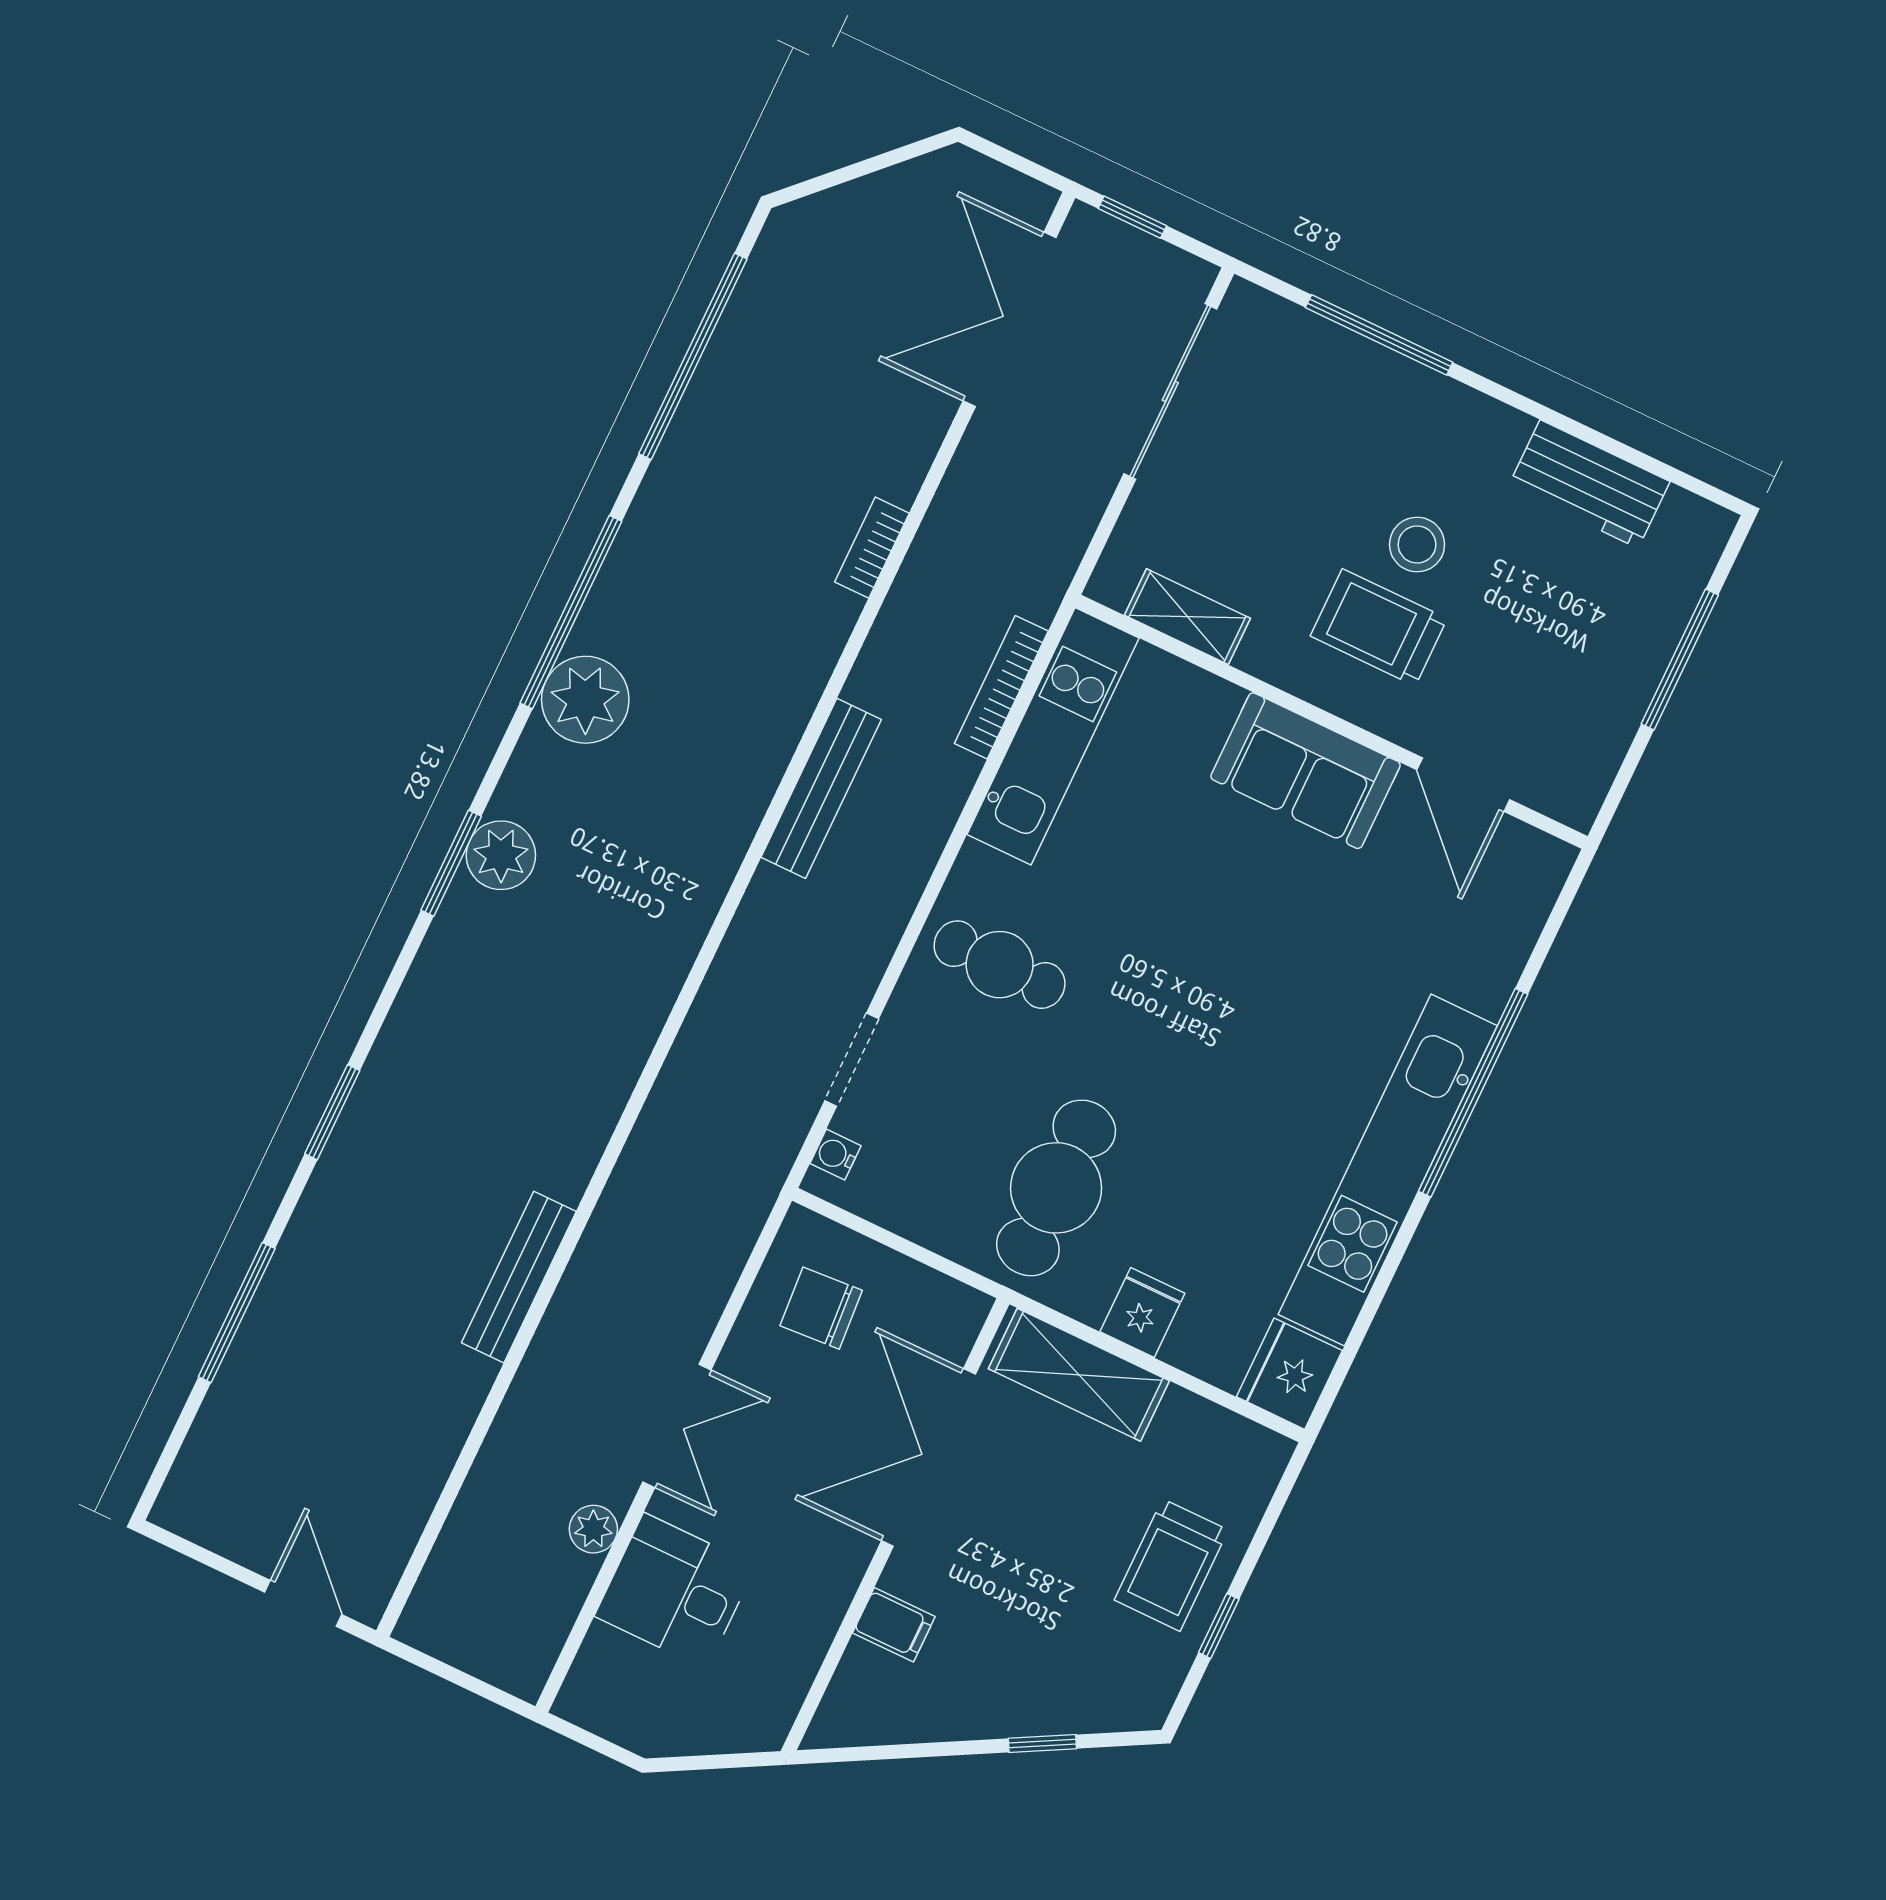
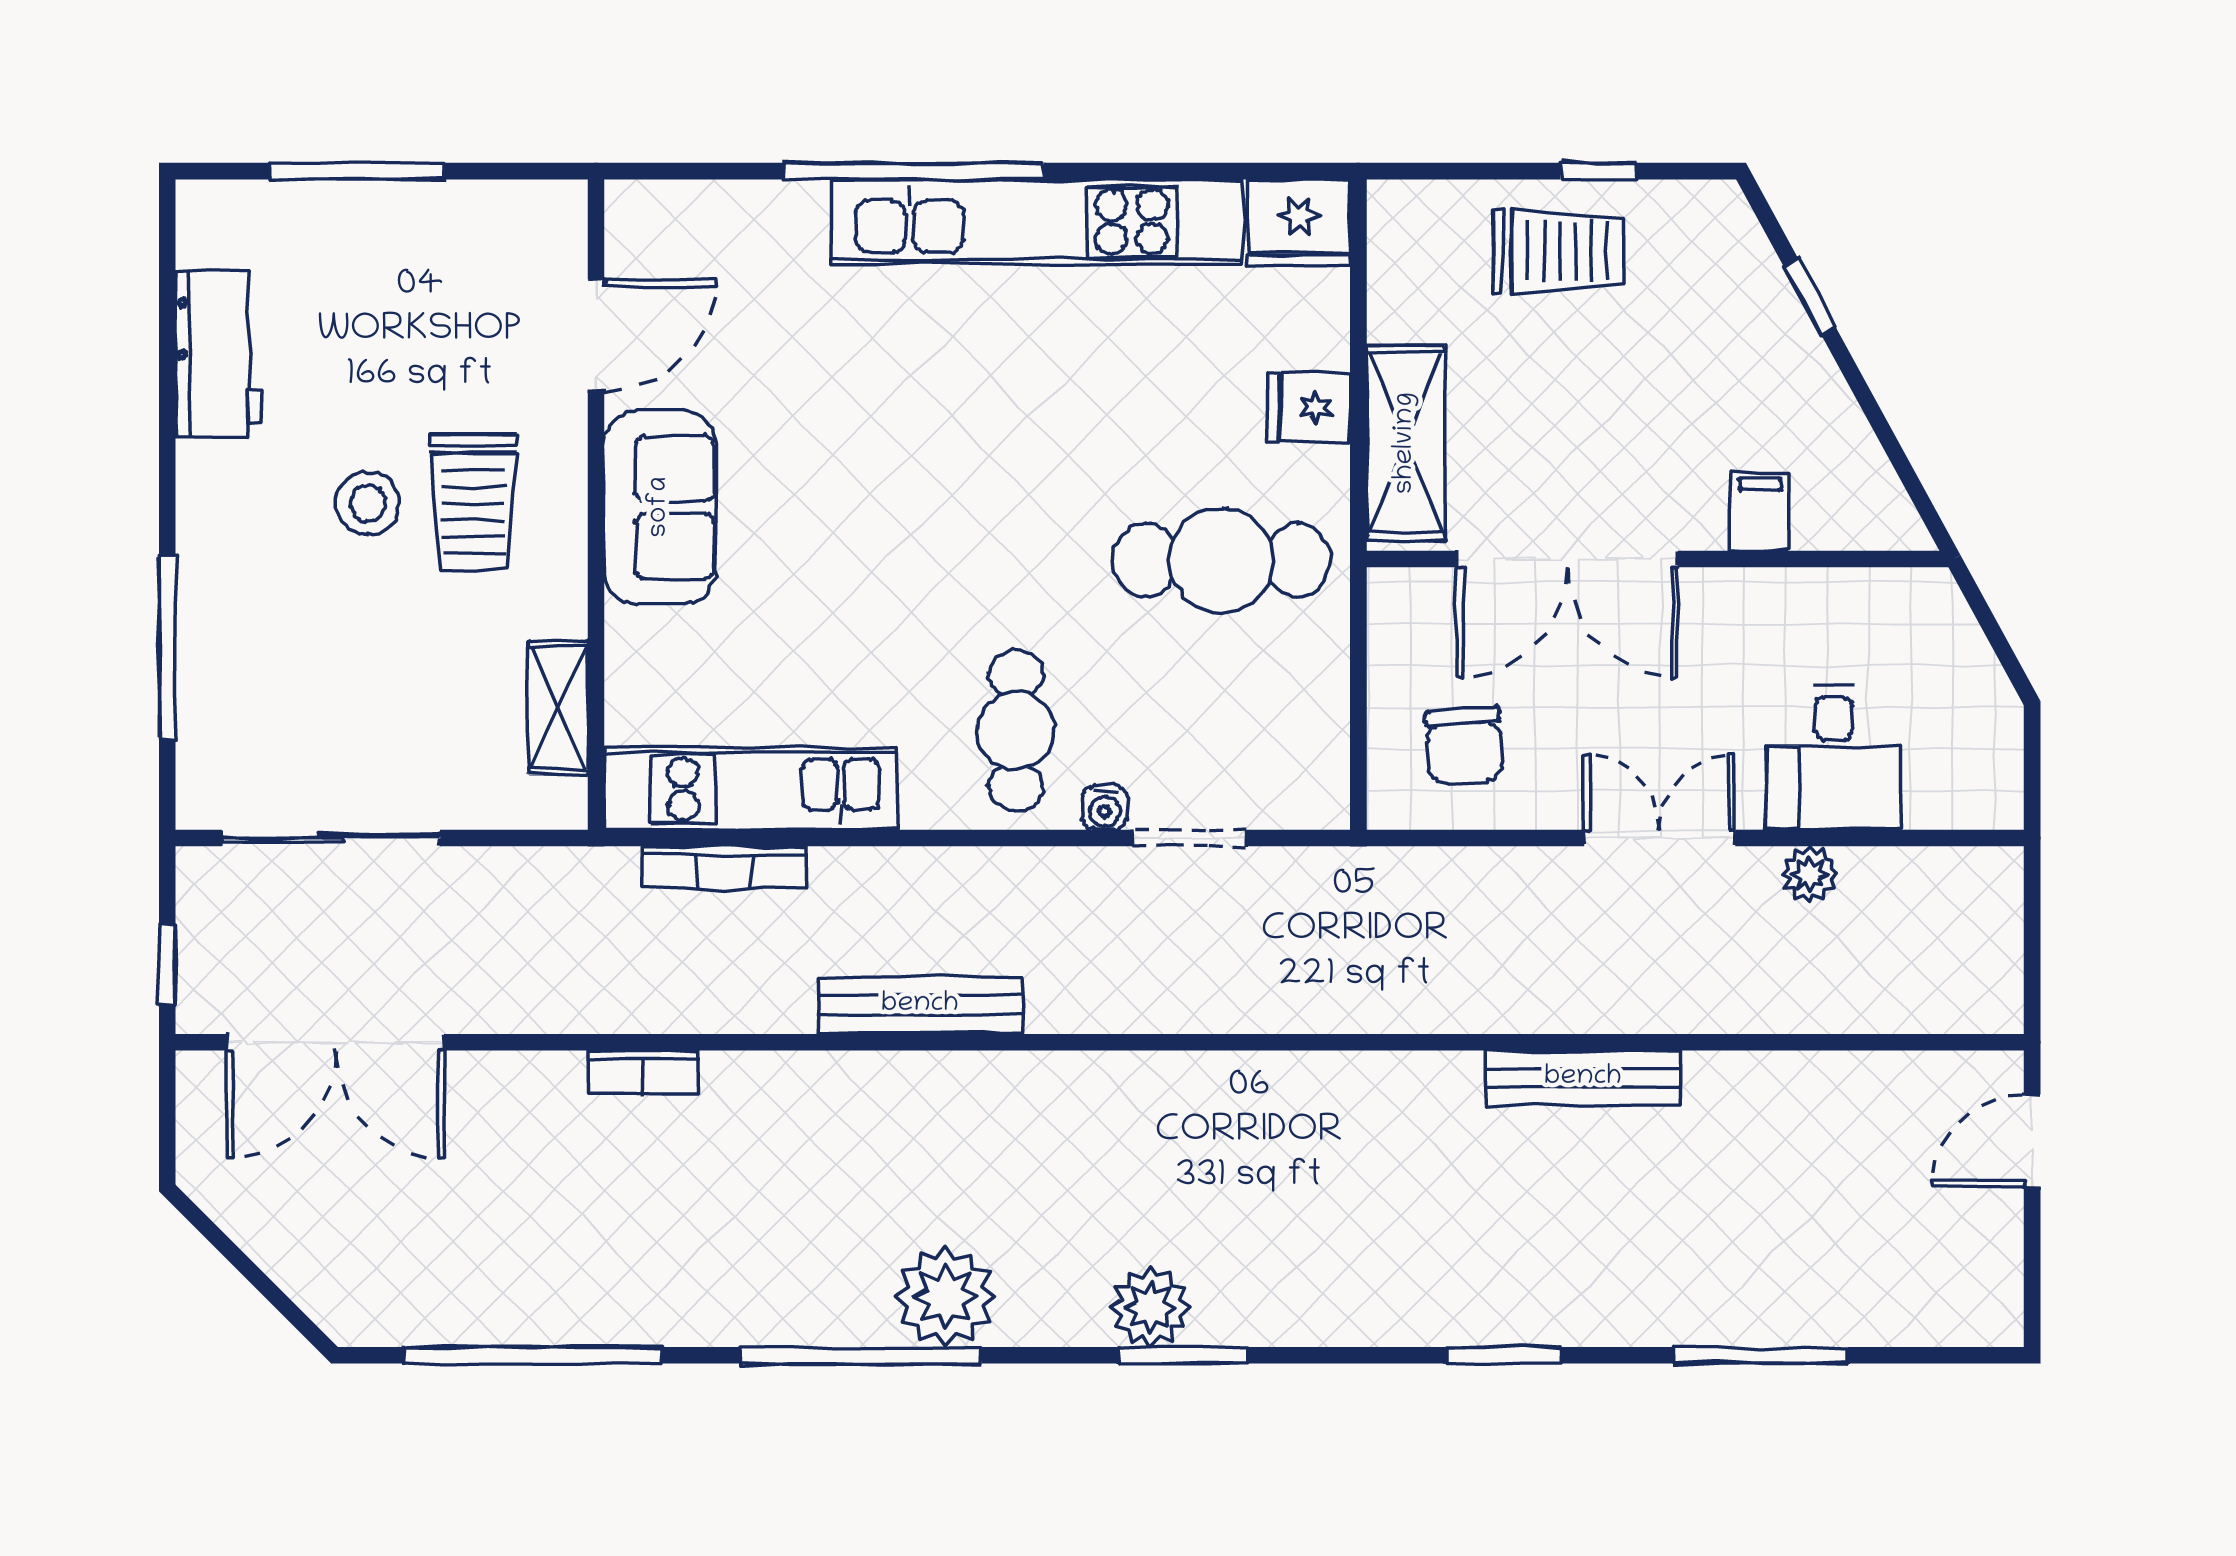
water cooler: (835, 1155) -> (1105, 808), moved

